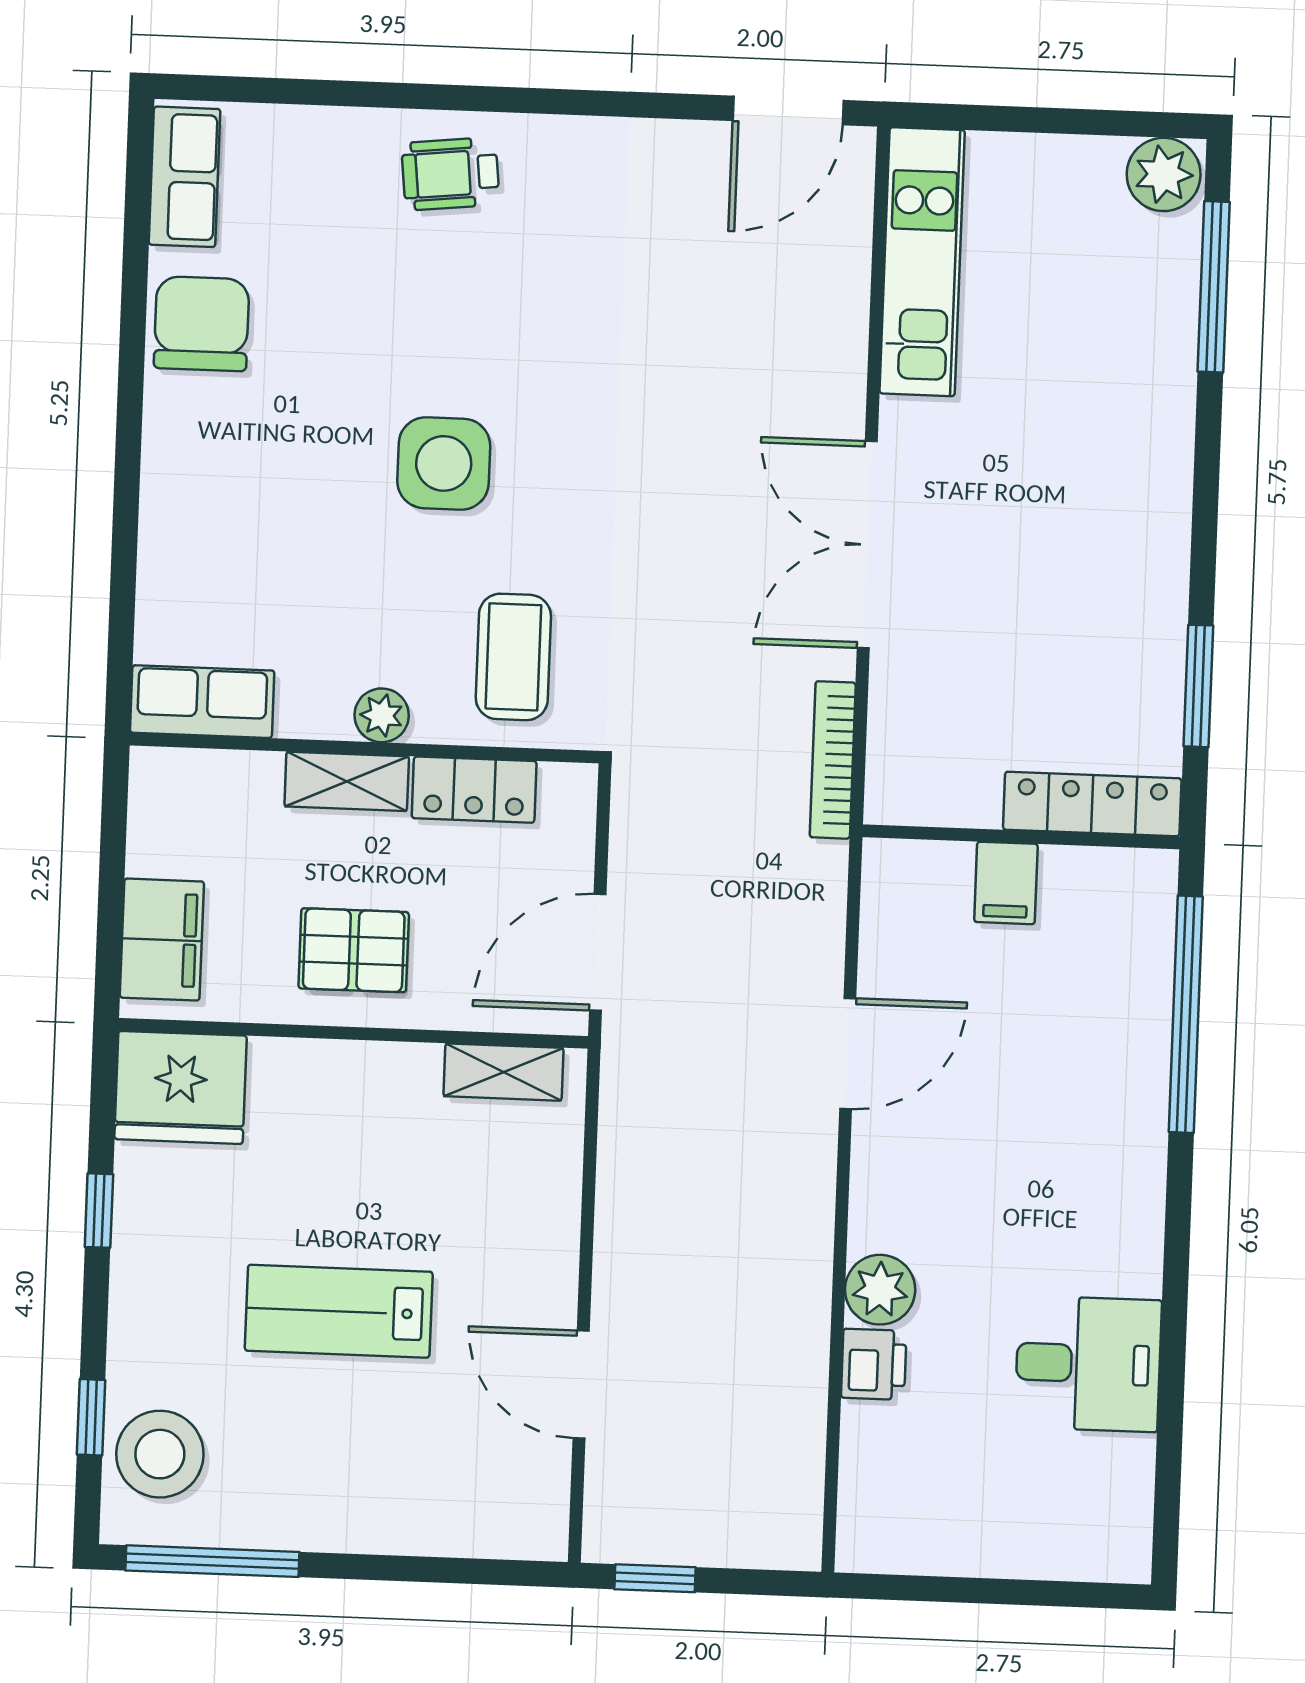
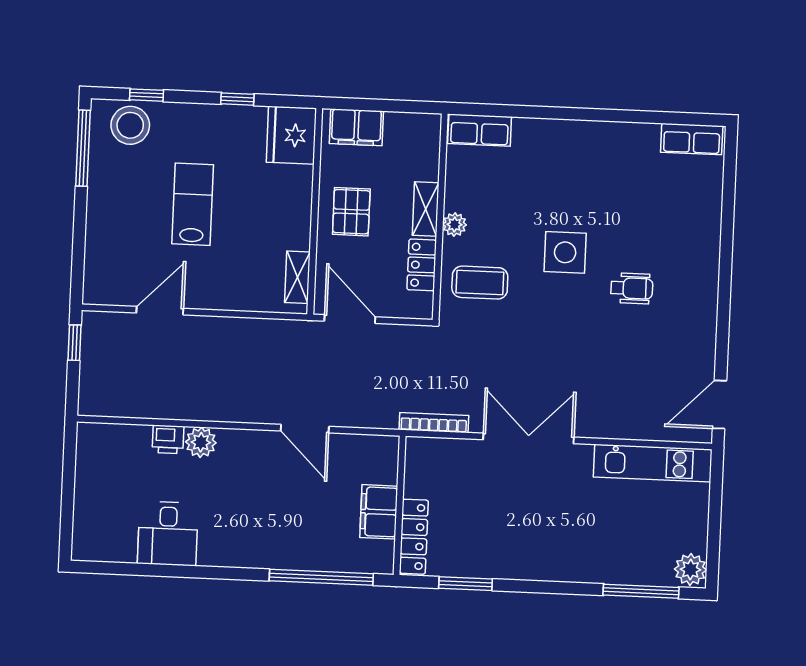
door: (788, 110) -> (719, 405), hinge flipped
wheelchair: (450, 174) -> (632, 288), moved, turned 96
chair: (202, 324) -> (627, 146), removed
row of seats: (202, 702) -> (480, 130), moved, turned 90
filing cabinet: (1006, 883) -> (379, 512), width x2.00

